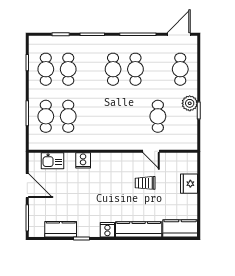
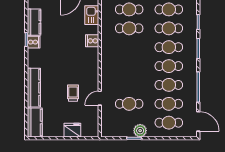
cafe table: (91, 69) -> (169, 47), added
cafe table: (158, 69) -> (169, 104), added
cooker: (107, 230) -> (34, 42), moved

